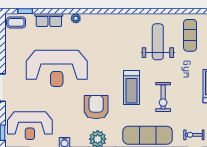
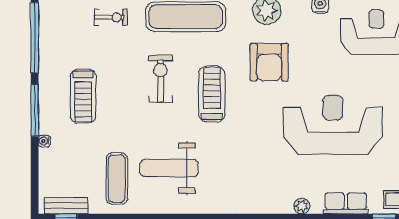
weight bench: (158, 42) -> (169, 168), turned 90

